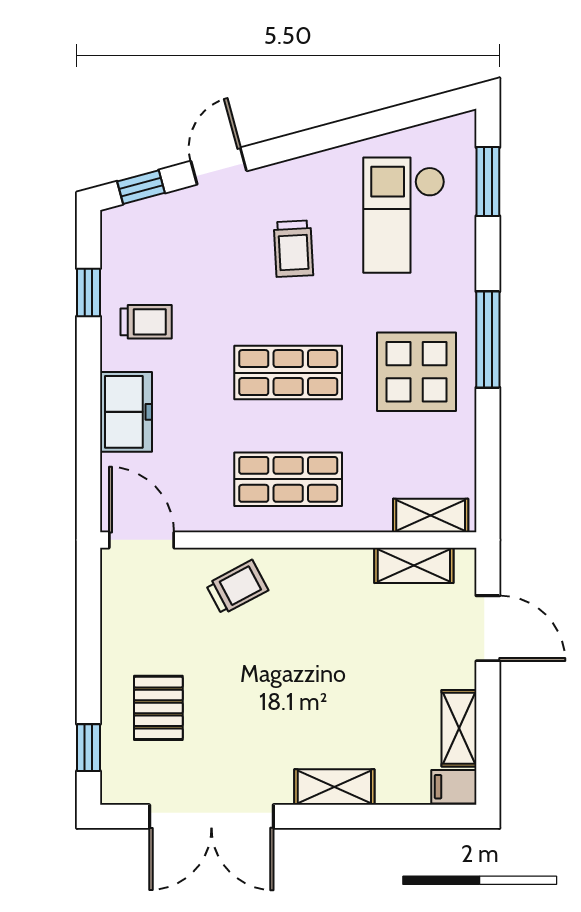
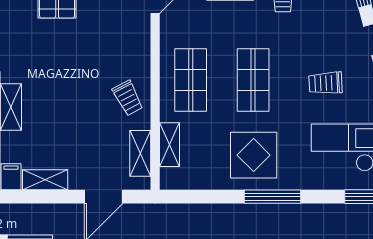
shelving: (431, 515) -> (170, 145), moved
trolley: (237, 587) -> (128, 98), moved

